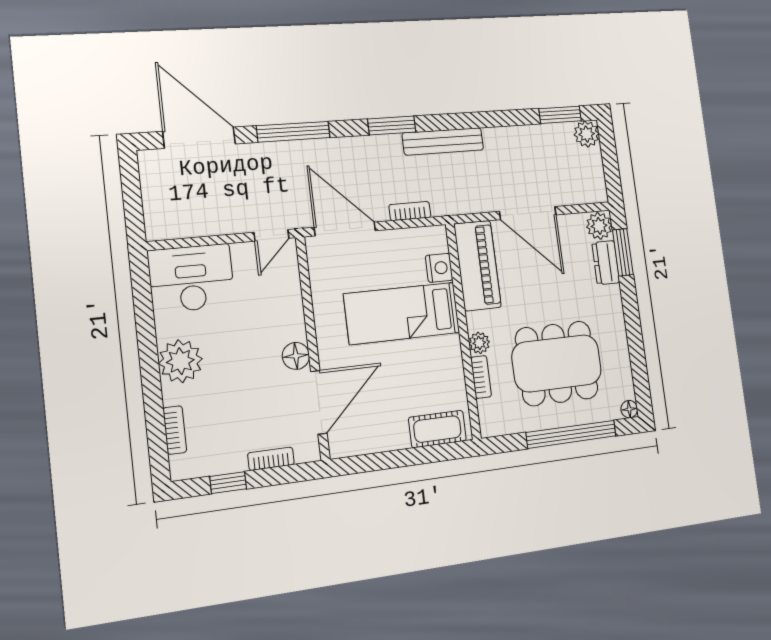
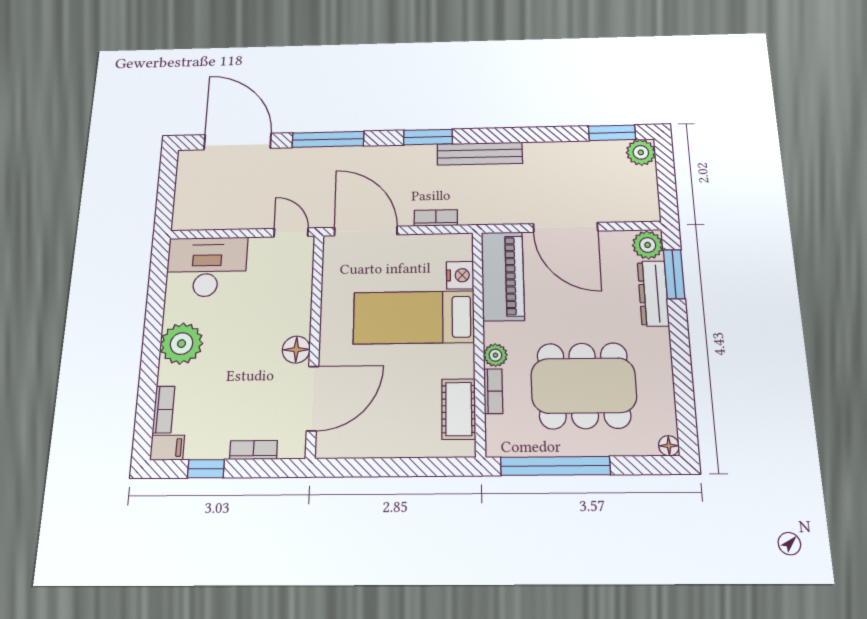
door: (272, 235) -> (291, 232), swing flipped
dresser: (606, 263) -> (653, 293), width x1.44
cot: (437, 429) -> (459, 409), moved, turned 90
window: (571, 434) -> (555, 466), moved
filing cabinet: (186, 467) -> (167, 448), added

